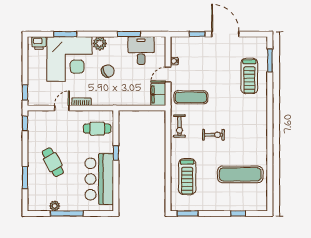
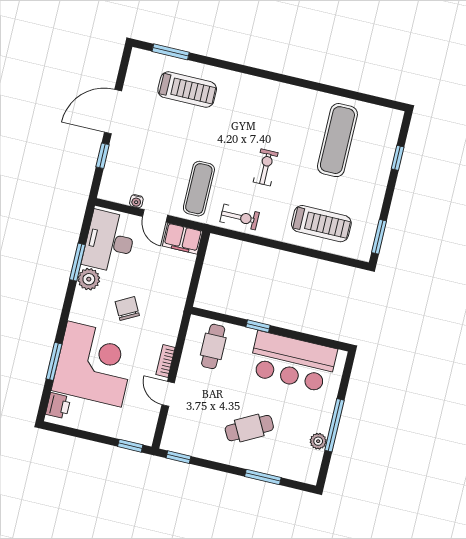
plant: (100, 43) -> (89, 279), moved
desk: (141, 51) -> (109, 242), width x1.37

